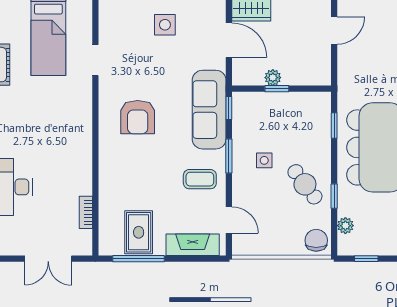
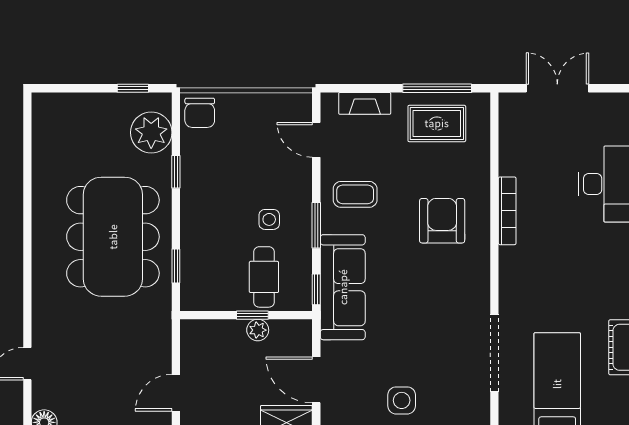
doorway: (95, 60) -> (494, 353), width x1.88
armchair: (138, 117) -> (442, 221), moved
cafe table: (305, 184) -> (264, 277), moved, turned 37
bookcase: (86, 212) -> (507, 211), moved, width x1.56
plant: (345, 226) -> (151, 132), width x1.88, depth x1.88
rug: (139, 232) -> (437, 123), turned 90
fireplace: (193, 245) -> (365, 103), width x0.73, depth x0.76

